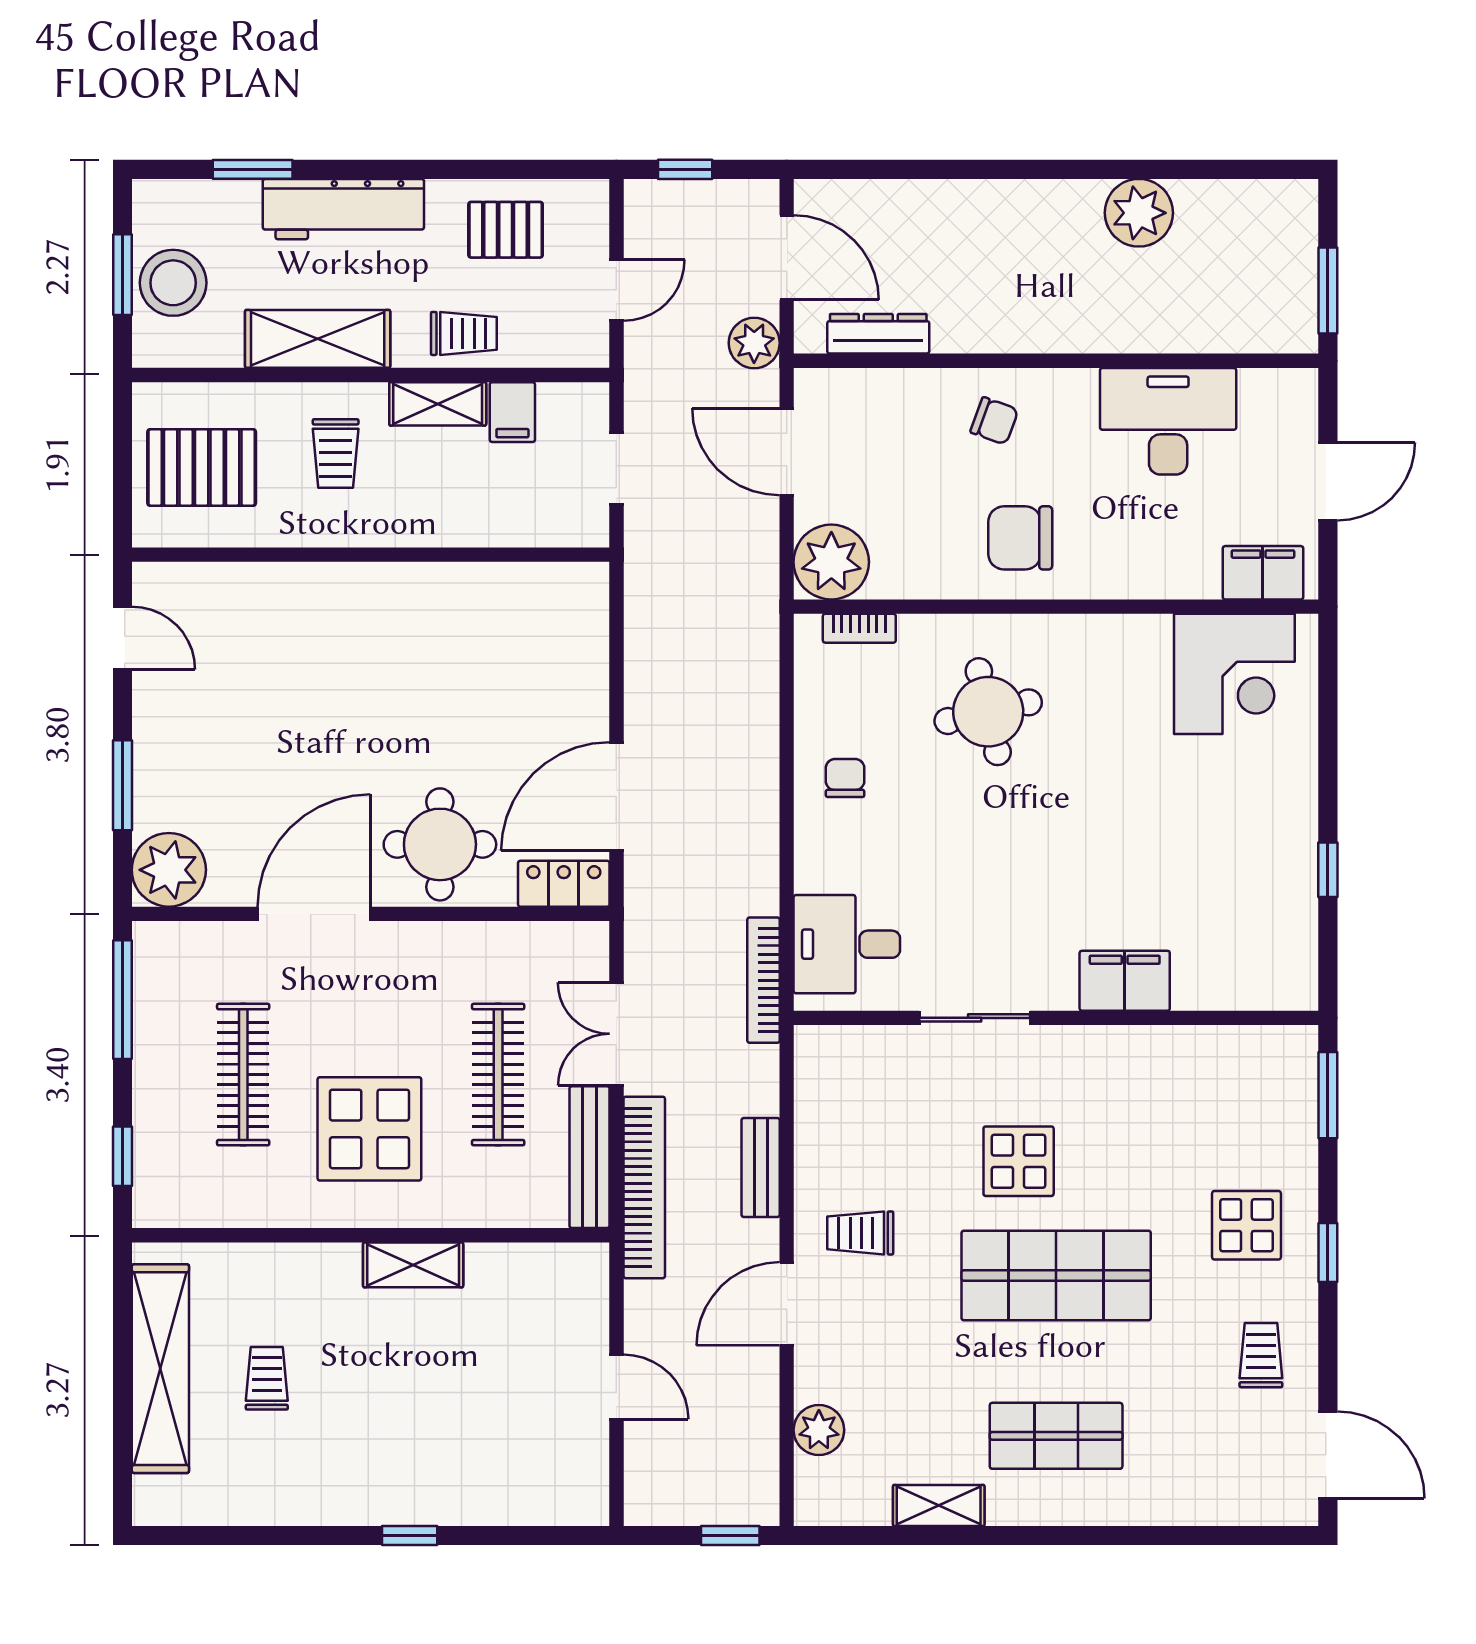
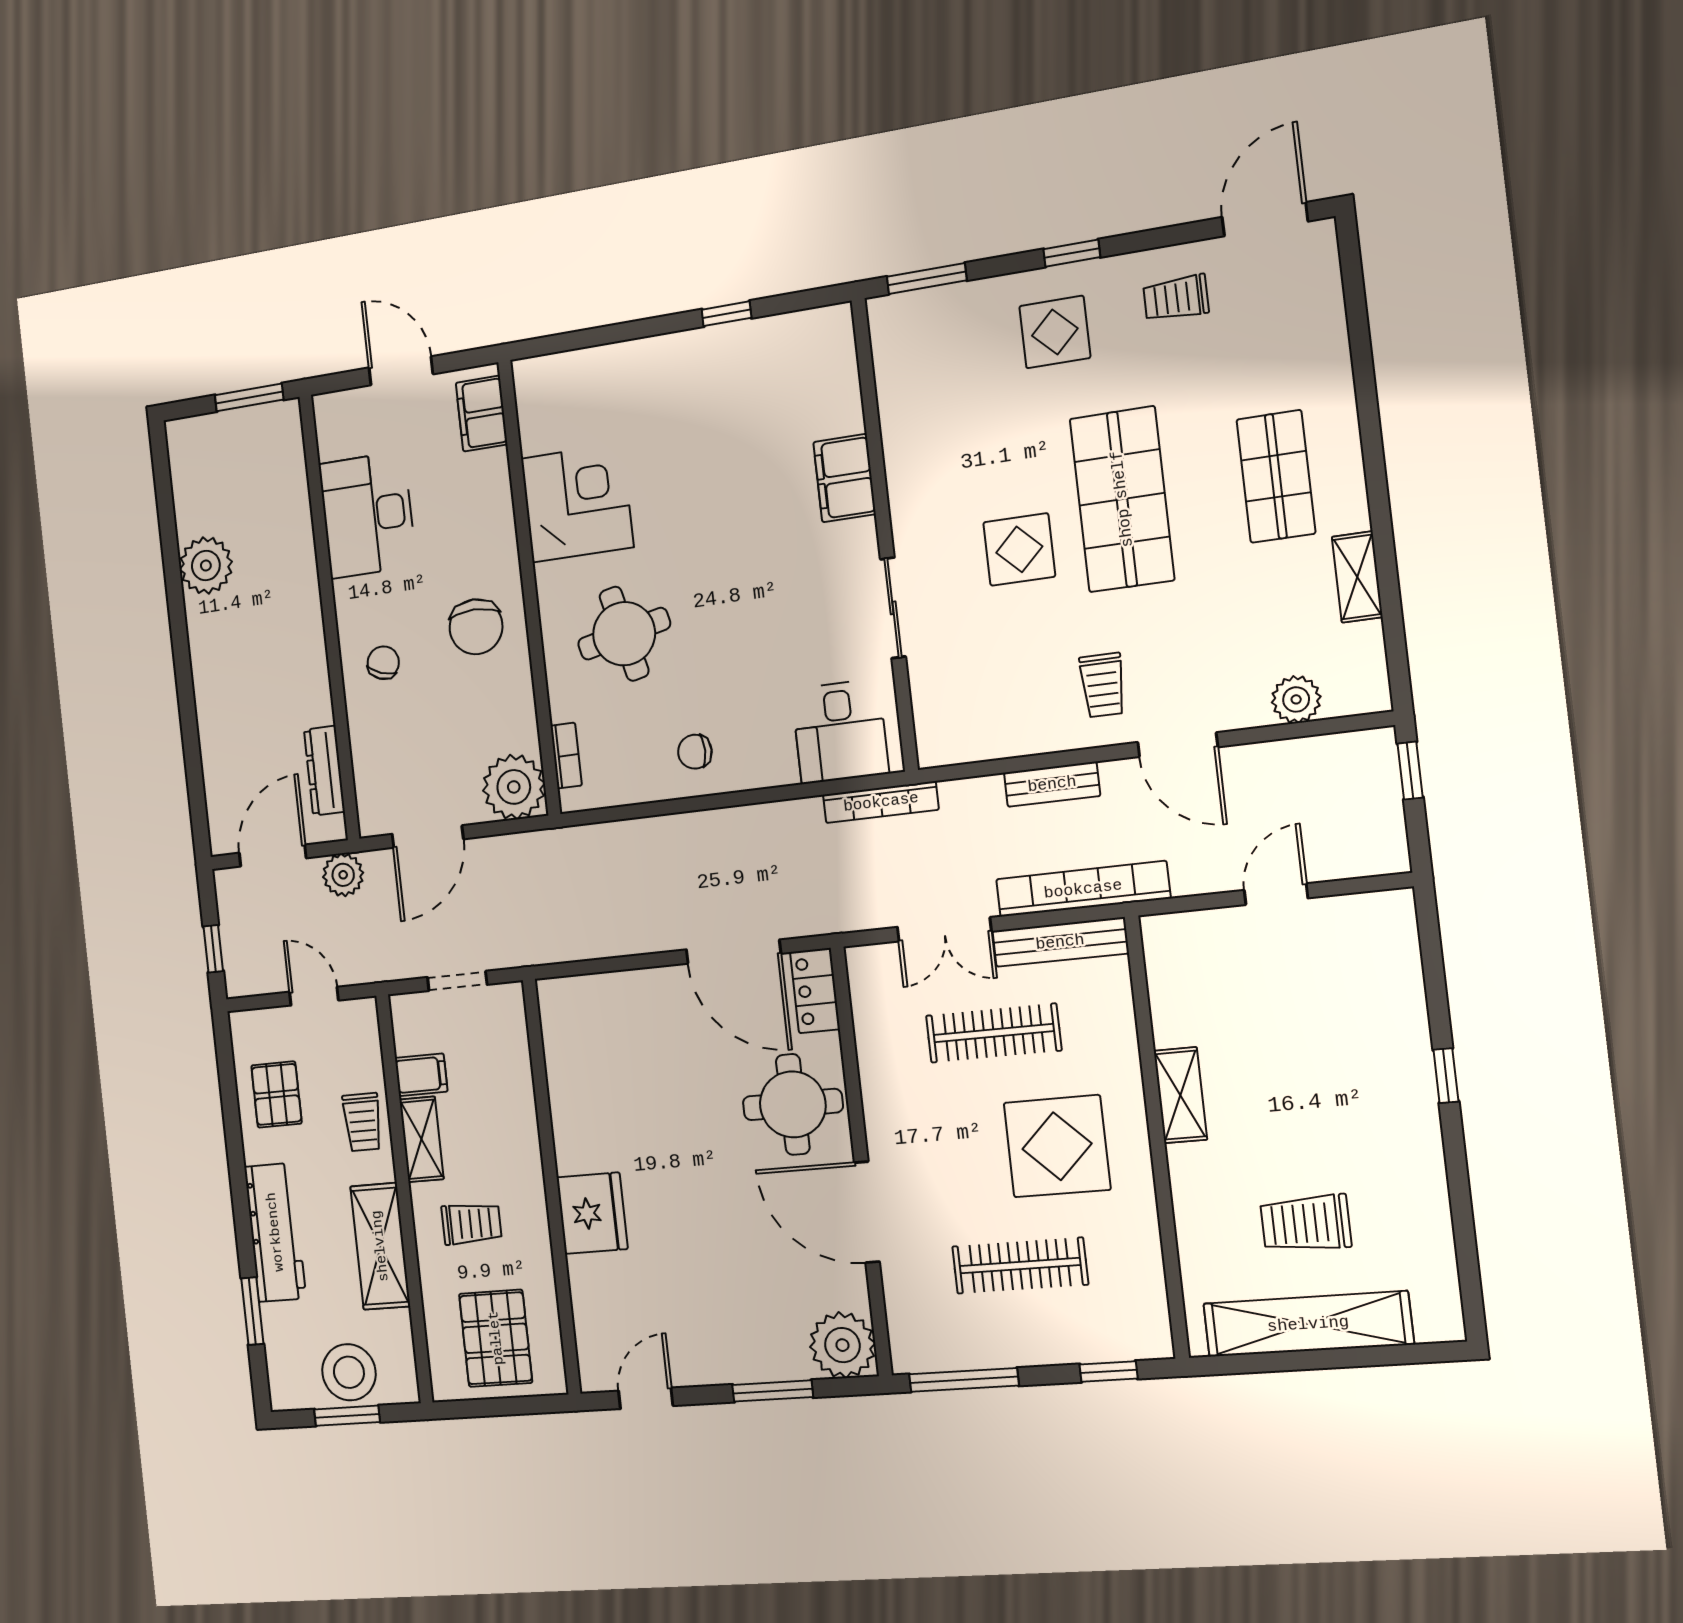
trolley: (464, 333) -> (362, 1122), turned 180
fridge: (337, 599) -> (592, 1213), added
corner desk: (1234, 674) -> (577, 503), moved
trolley: (267, 1378) -> (1306, 1223), width x1.36, depth x1.39

